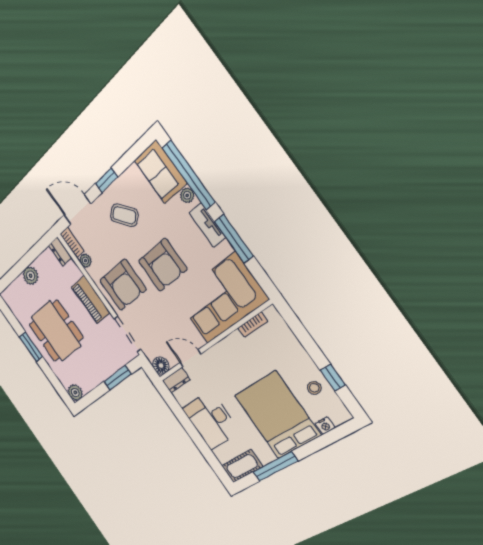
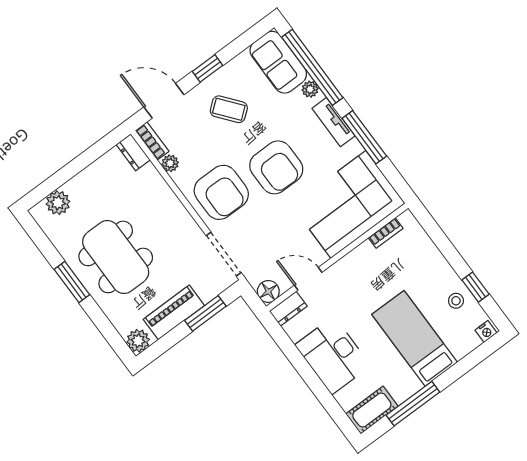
plant: (31, 276) -> (58, 203), moved
piano: (91, 300) -> (174, 312), moved, turned 90
bed: (277, 415) -> (415, 338), width x0.67
nightstand: (325, 426) -> (486, 331), moved

